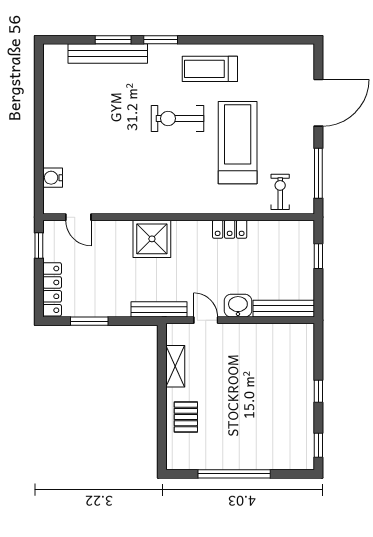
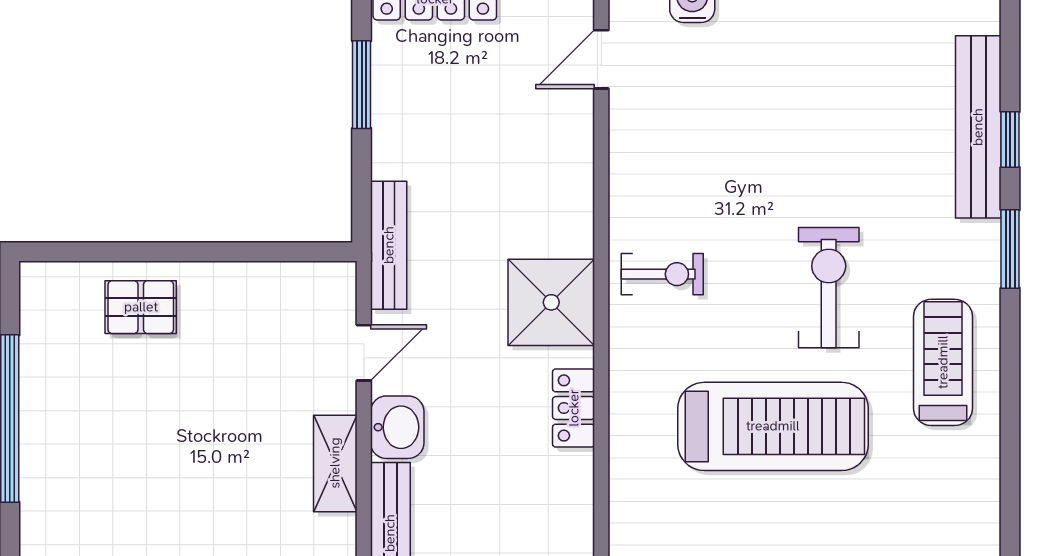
window: (113, 40) -> (1010, 139), width x0.67
exercise bike: (280, 192) -> (662, 274), moved
shower: (152, 239) -> (551, 302), moved
shelving: (175, 366) -> (335, 463), moved, turned 90

